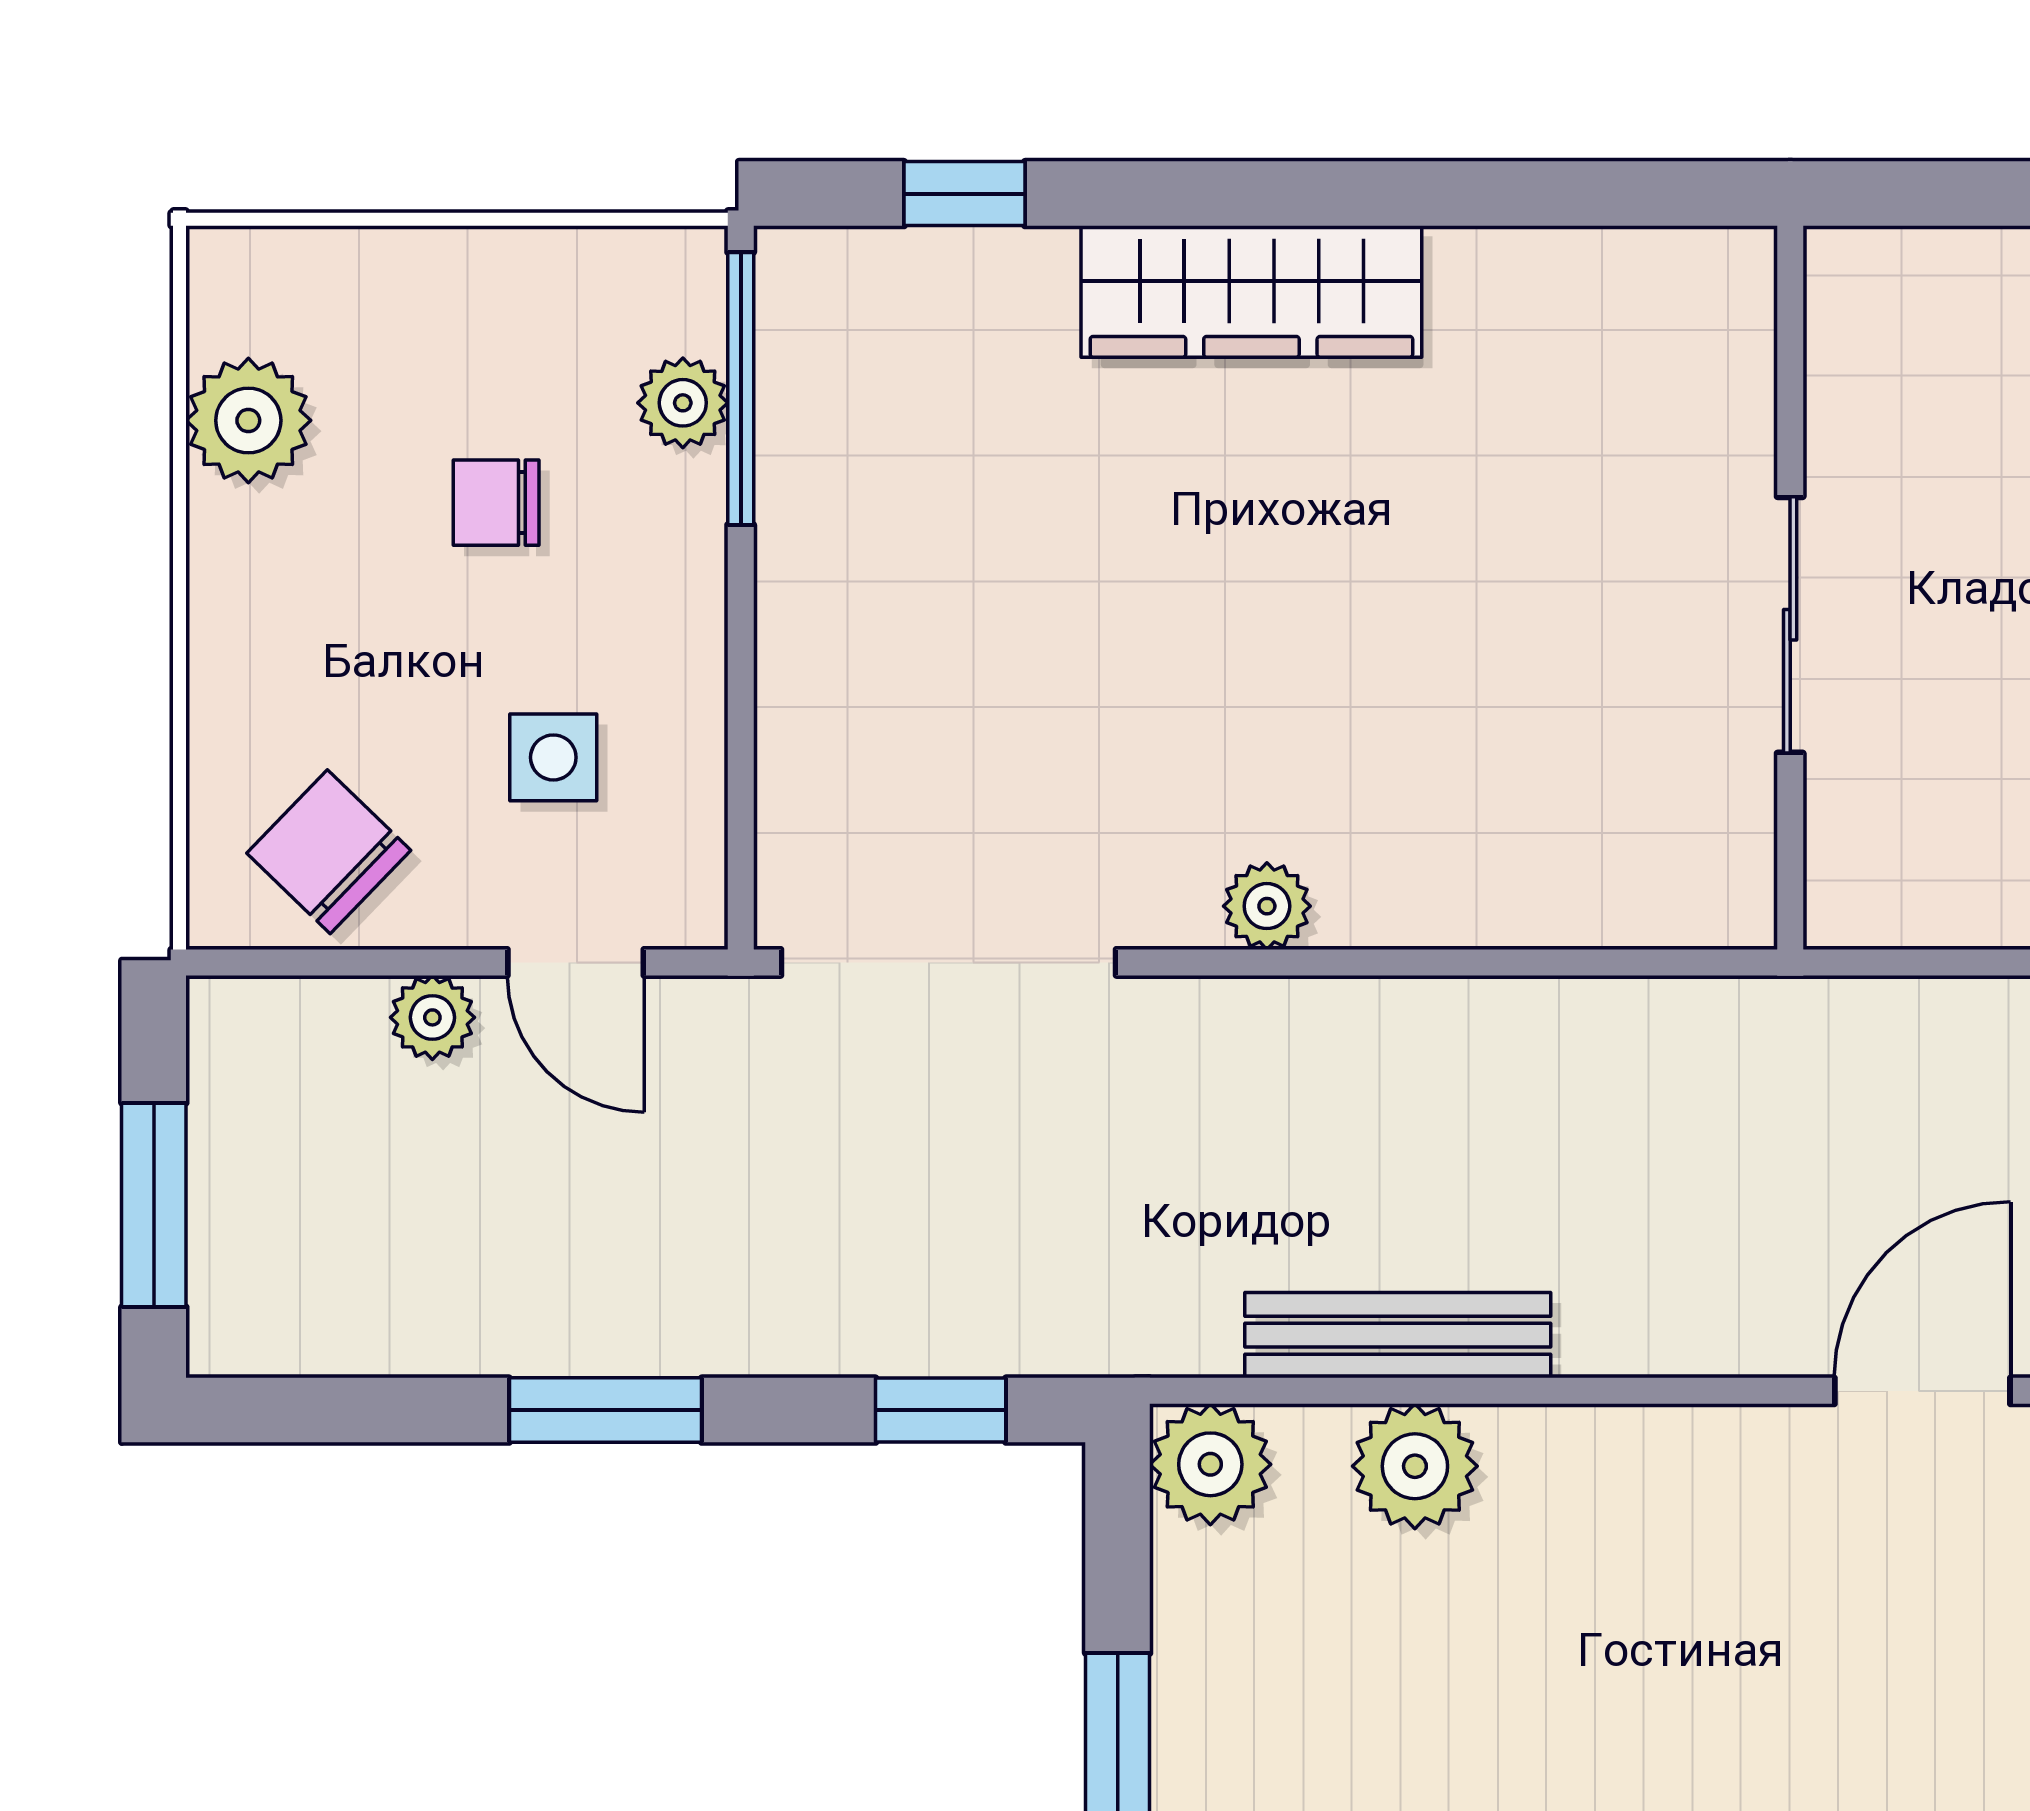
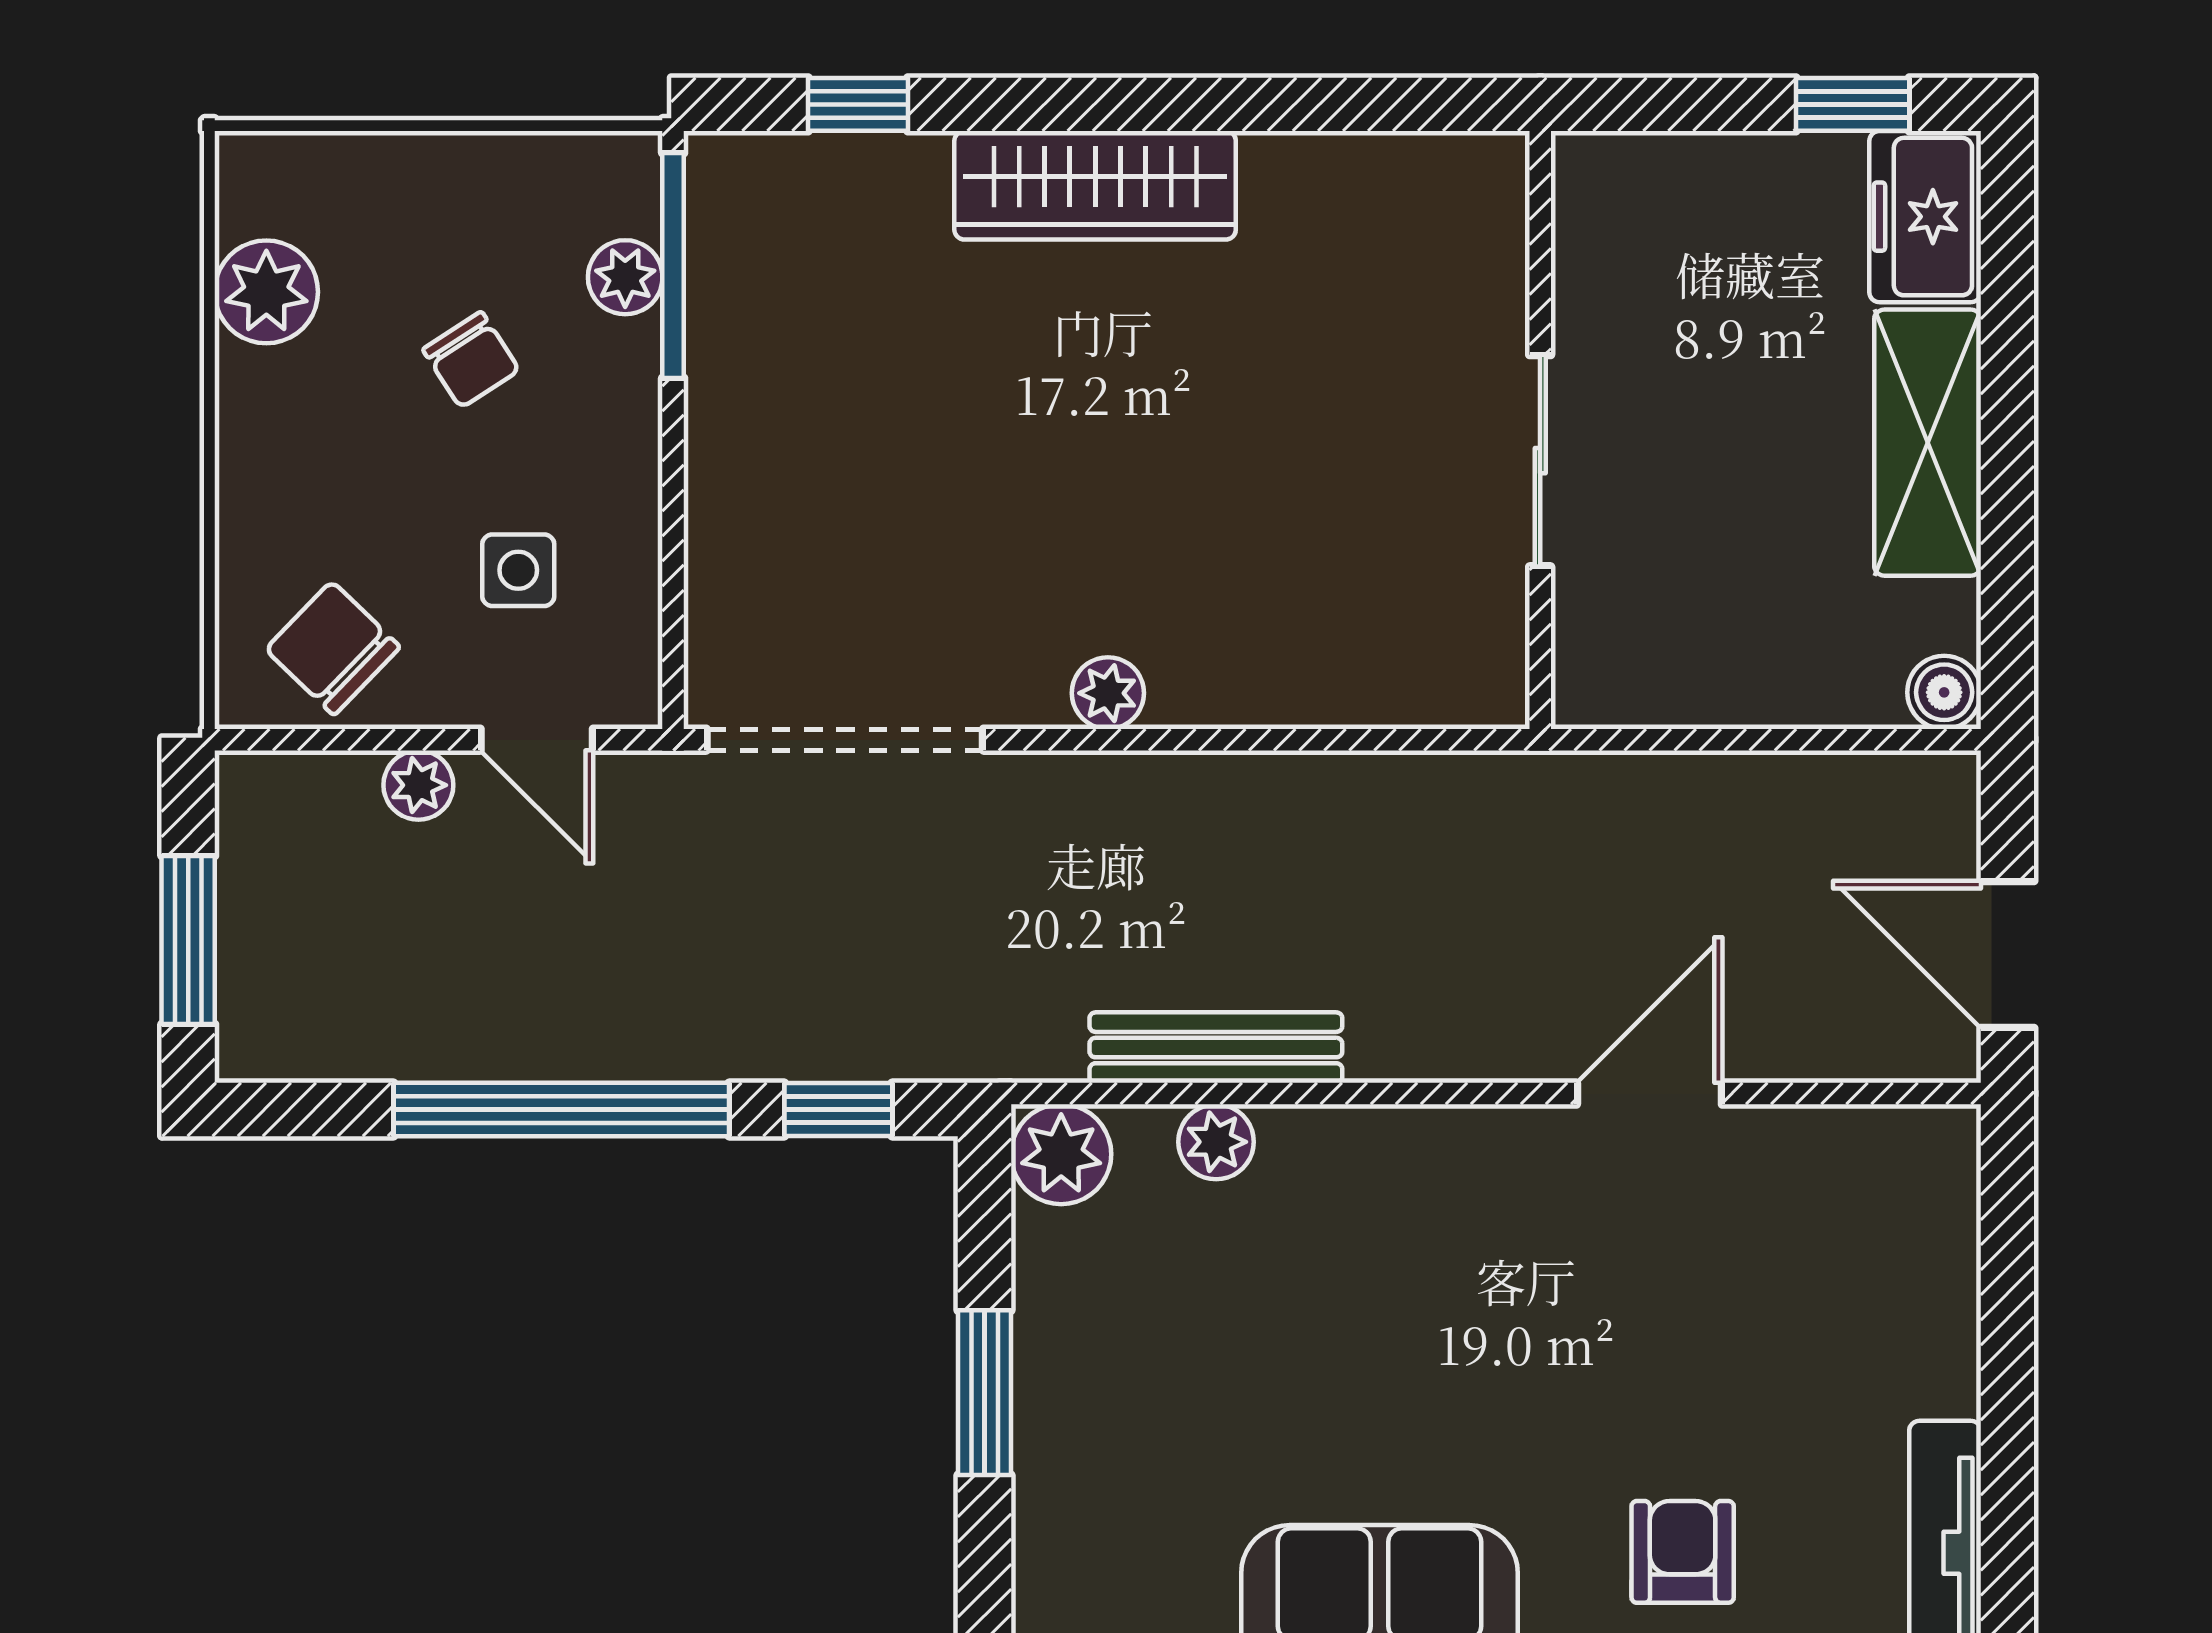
chair: (496, 503) -> (471, 360), turned -123
window: (605, 1410) -> (561, 1109), width x2.11
plant: (1415, 1466) -> (1216, 1142), width x0.73, depth x0.73

